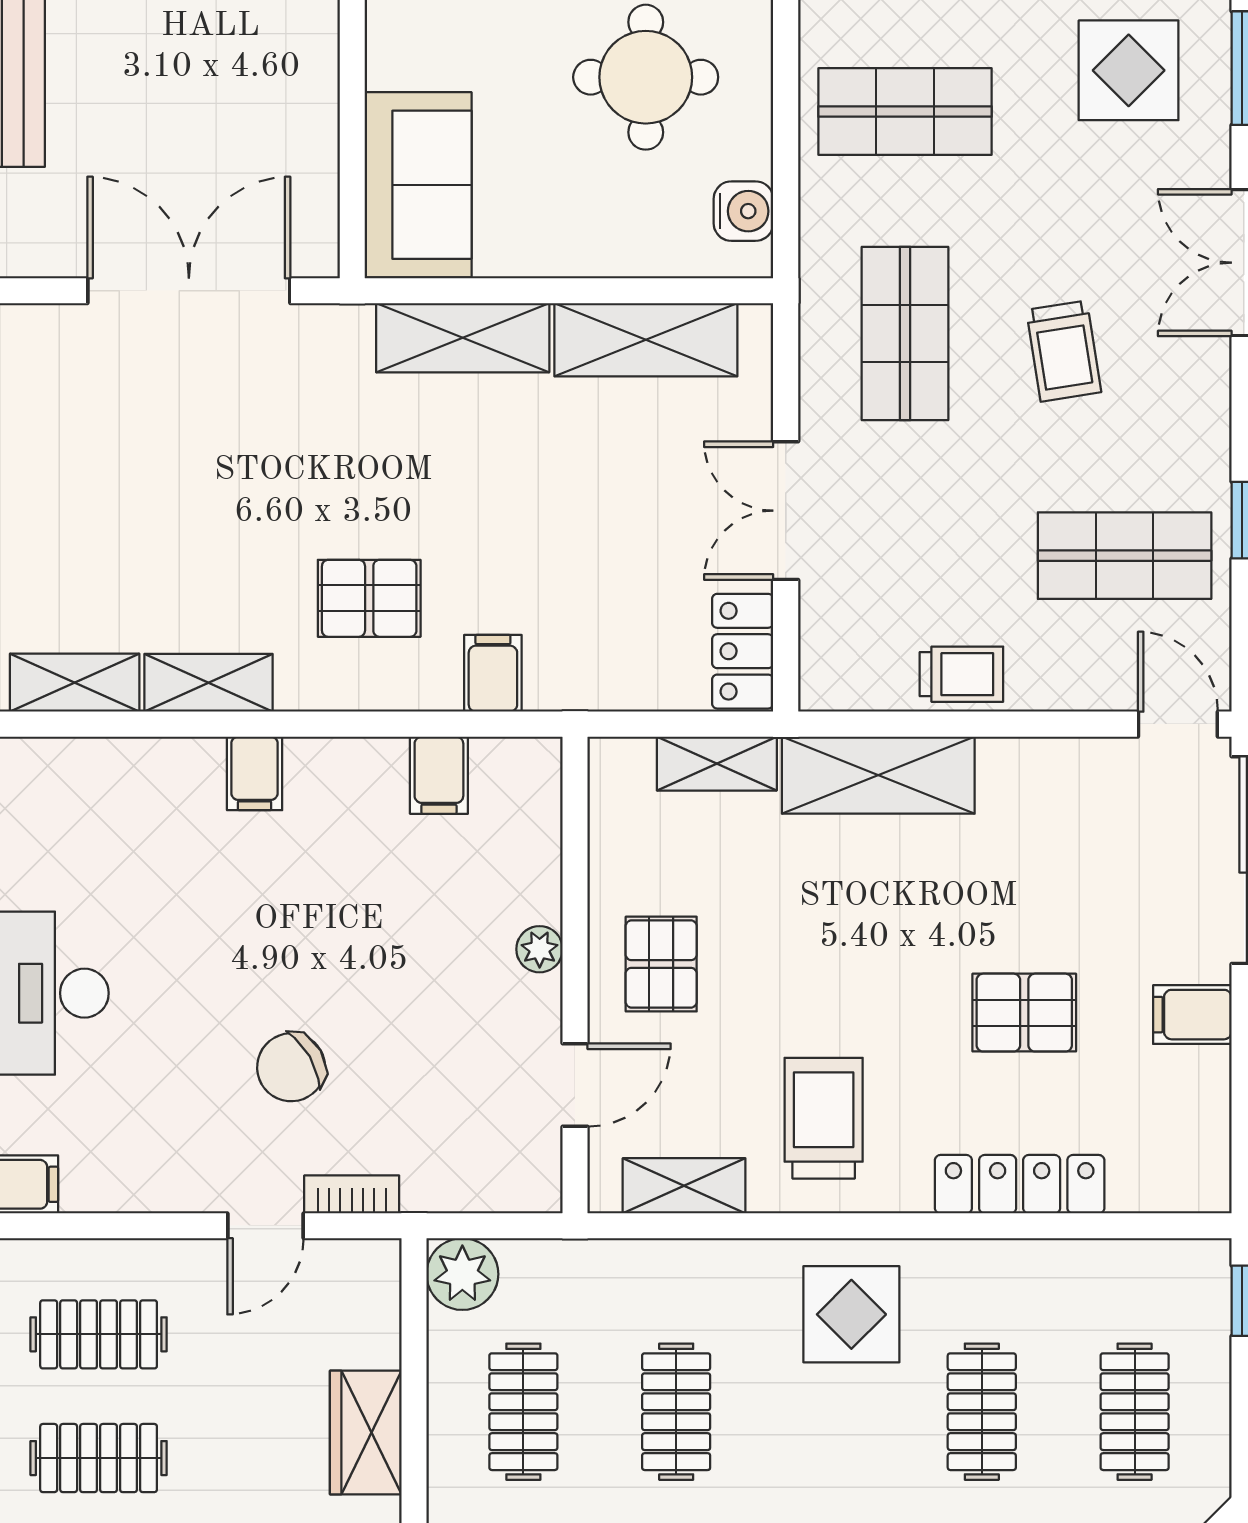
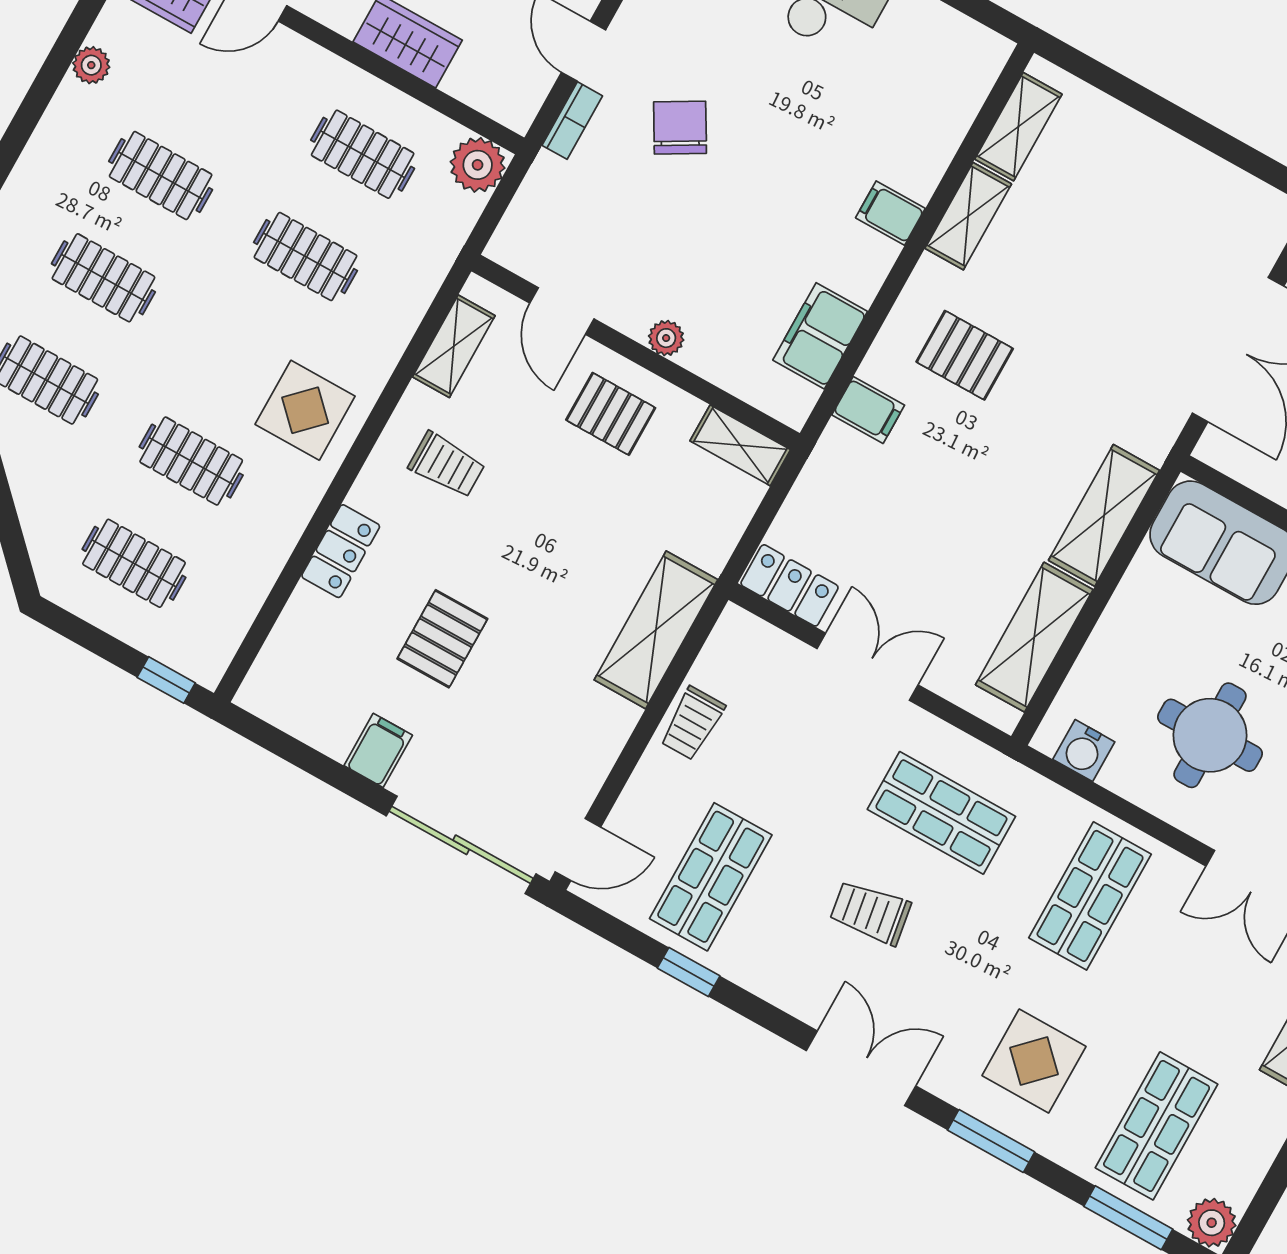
pallet: (369, 598) -> (965, 355), turned 90
shelving: (717, 764) -> (740, 445), moved, turned 90
filing cabinet: (439, 775) -> (820, 336), width x2.00
trolley: (824, 1118) -> (447, 465), width x0.73, depth x0.72
locker: (1020, 1184) -> (341, 551), width x0.66

